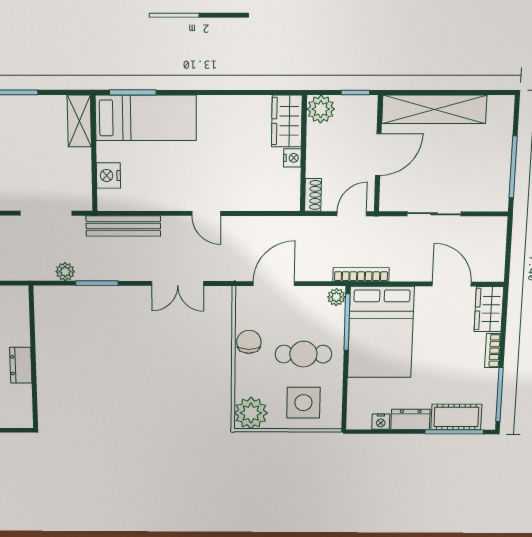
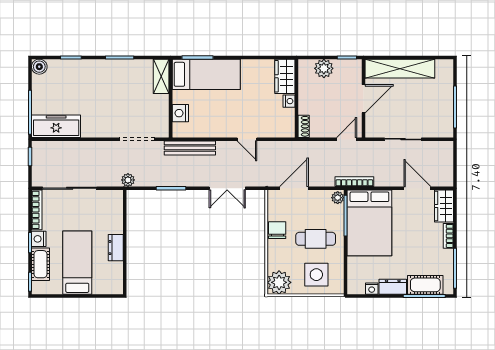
wardrobe: (287, 121) -> (285, 76), moved
wall: (303, 154) -> (297, 98), moved
nightstand: (292, 158) -> (289, 101), moved
shoe rack: (313, 195) -> (304, 126), moved
plant: (65, 272) -> (128, 180), moved

